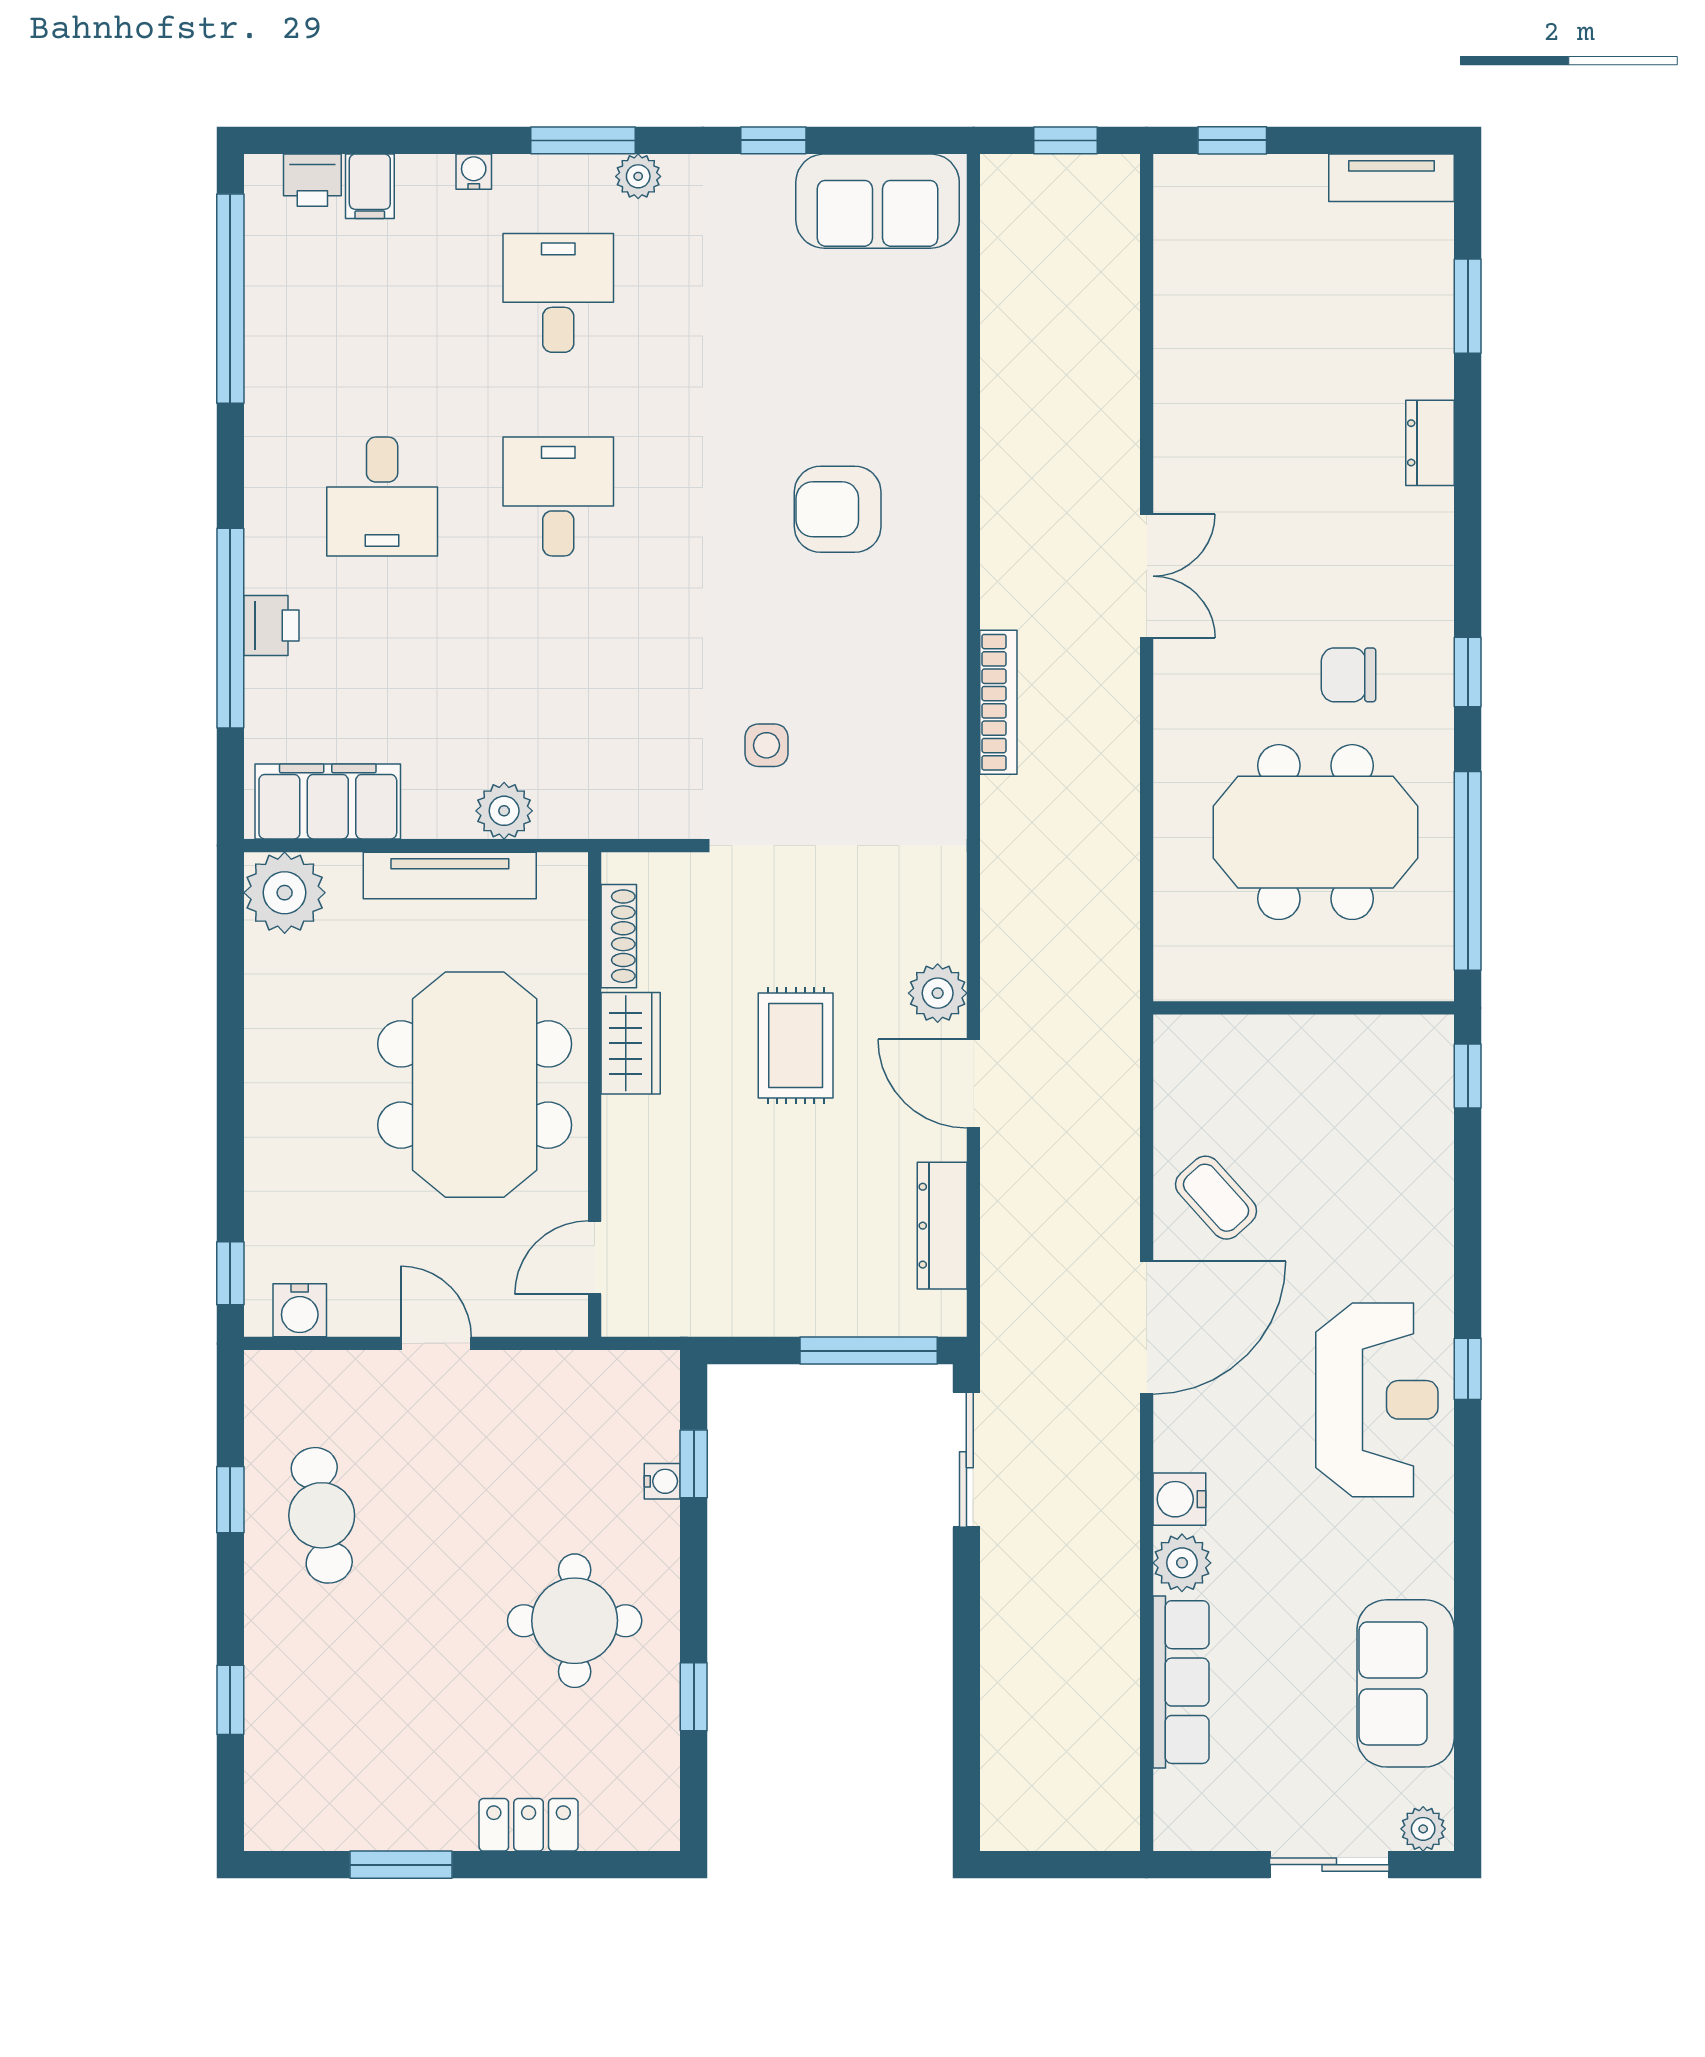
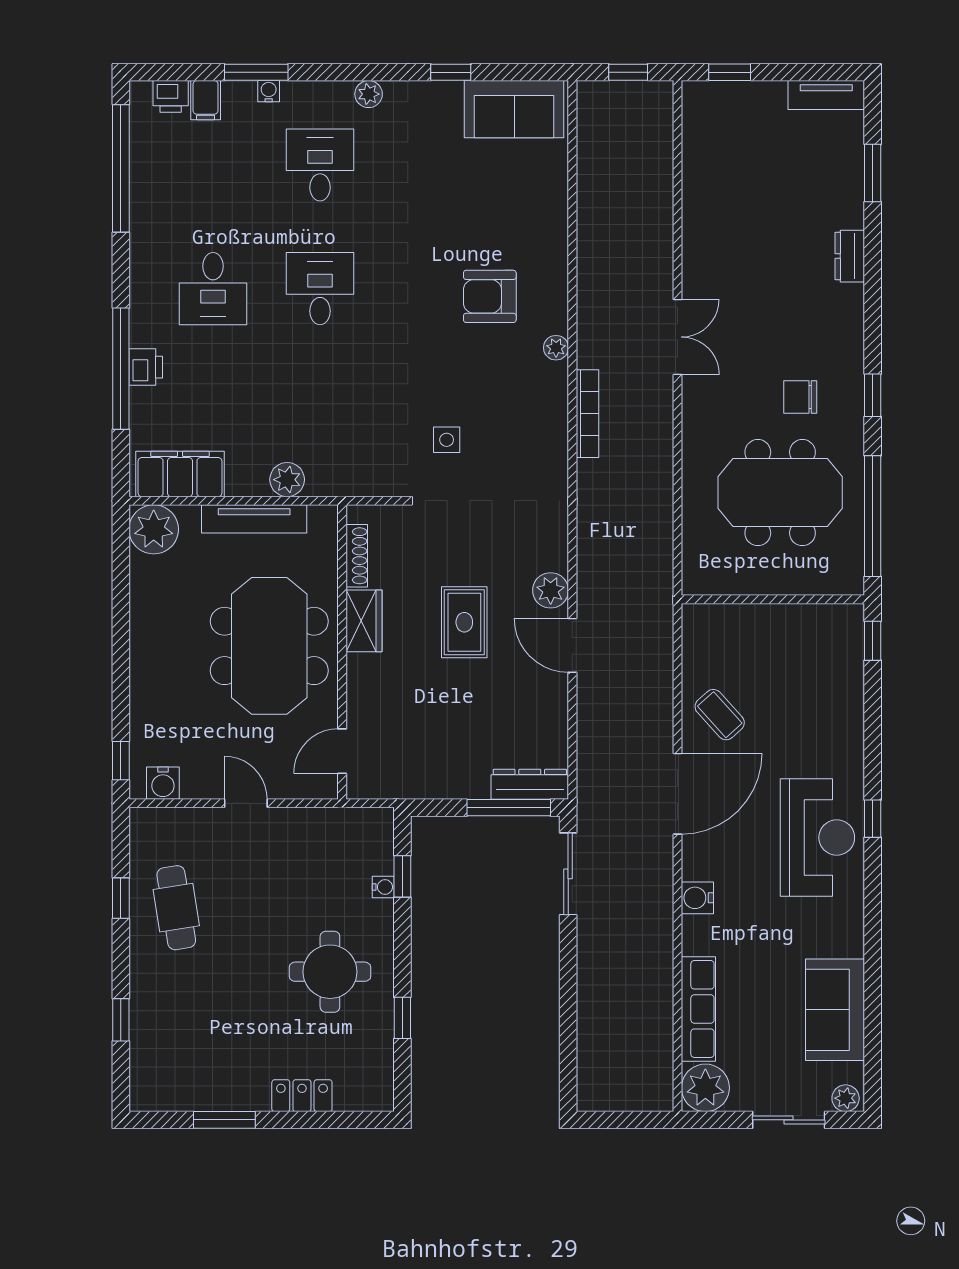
window: (583, 140) -> (256, 72), moved
plant: (947, 594) -> (556, 348), added
dresser: (942, 1226) -> (530, 784), moved, turned 90
plant: (1182, 1563) -> (705, 1088), moved, width x1.36, depth x1.36

